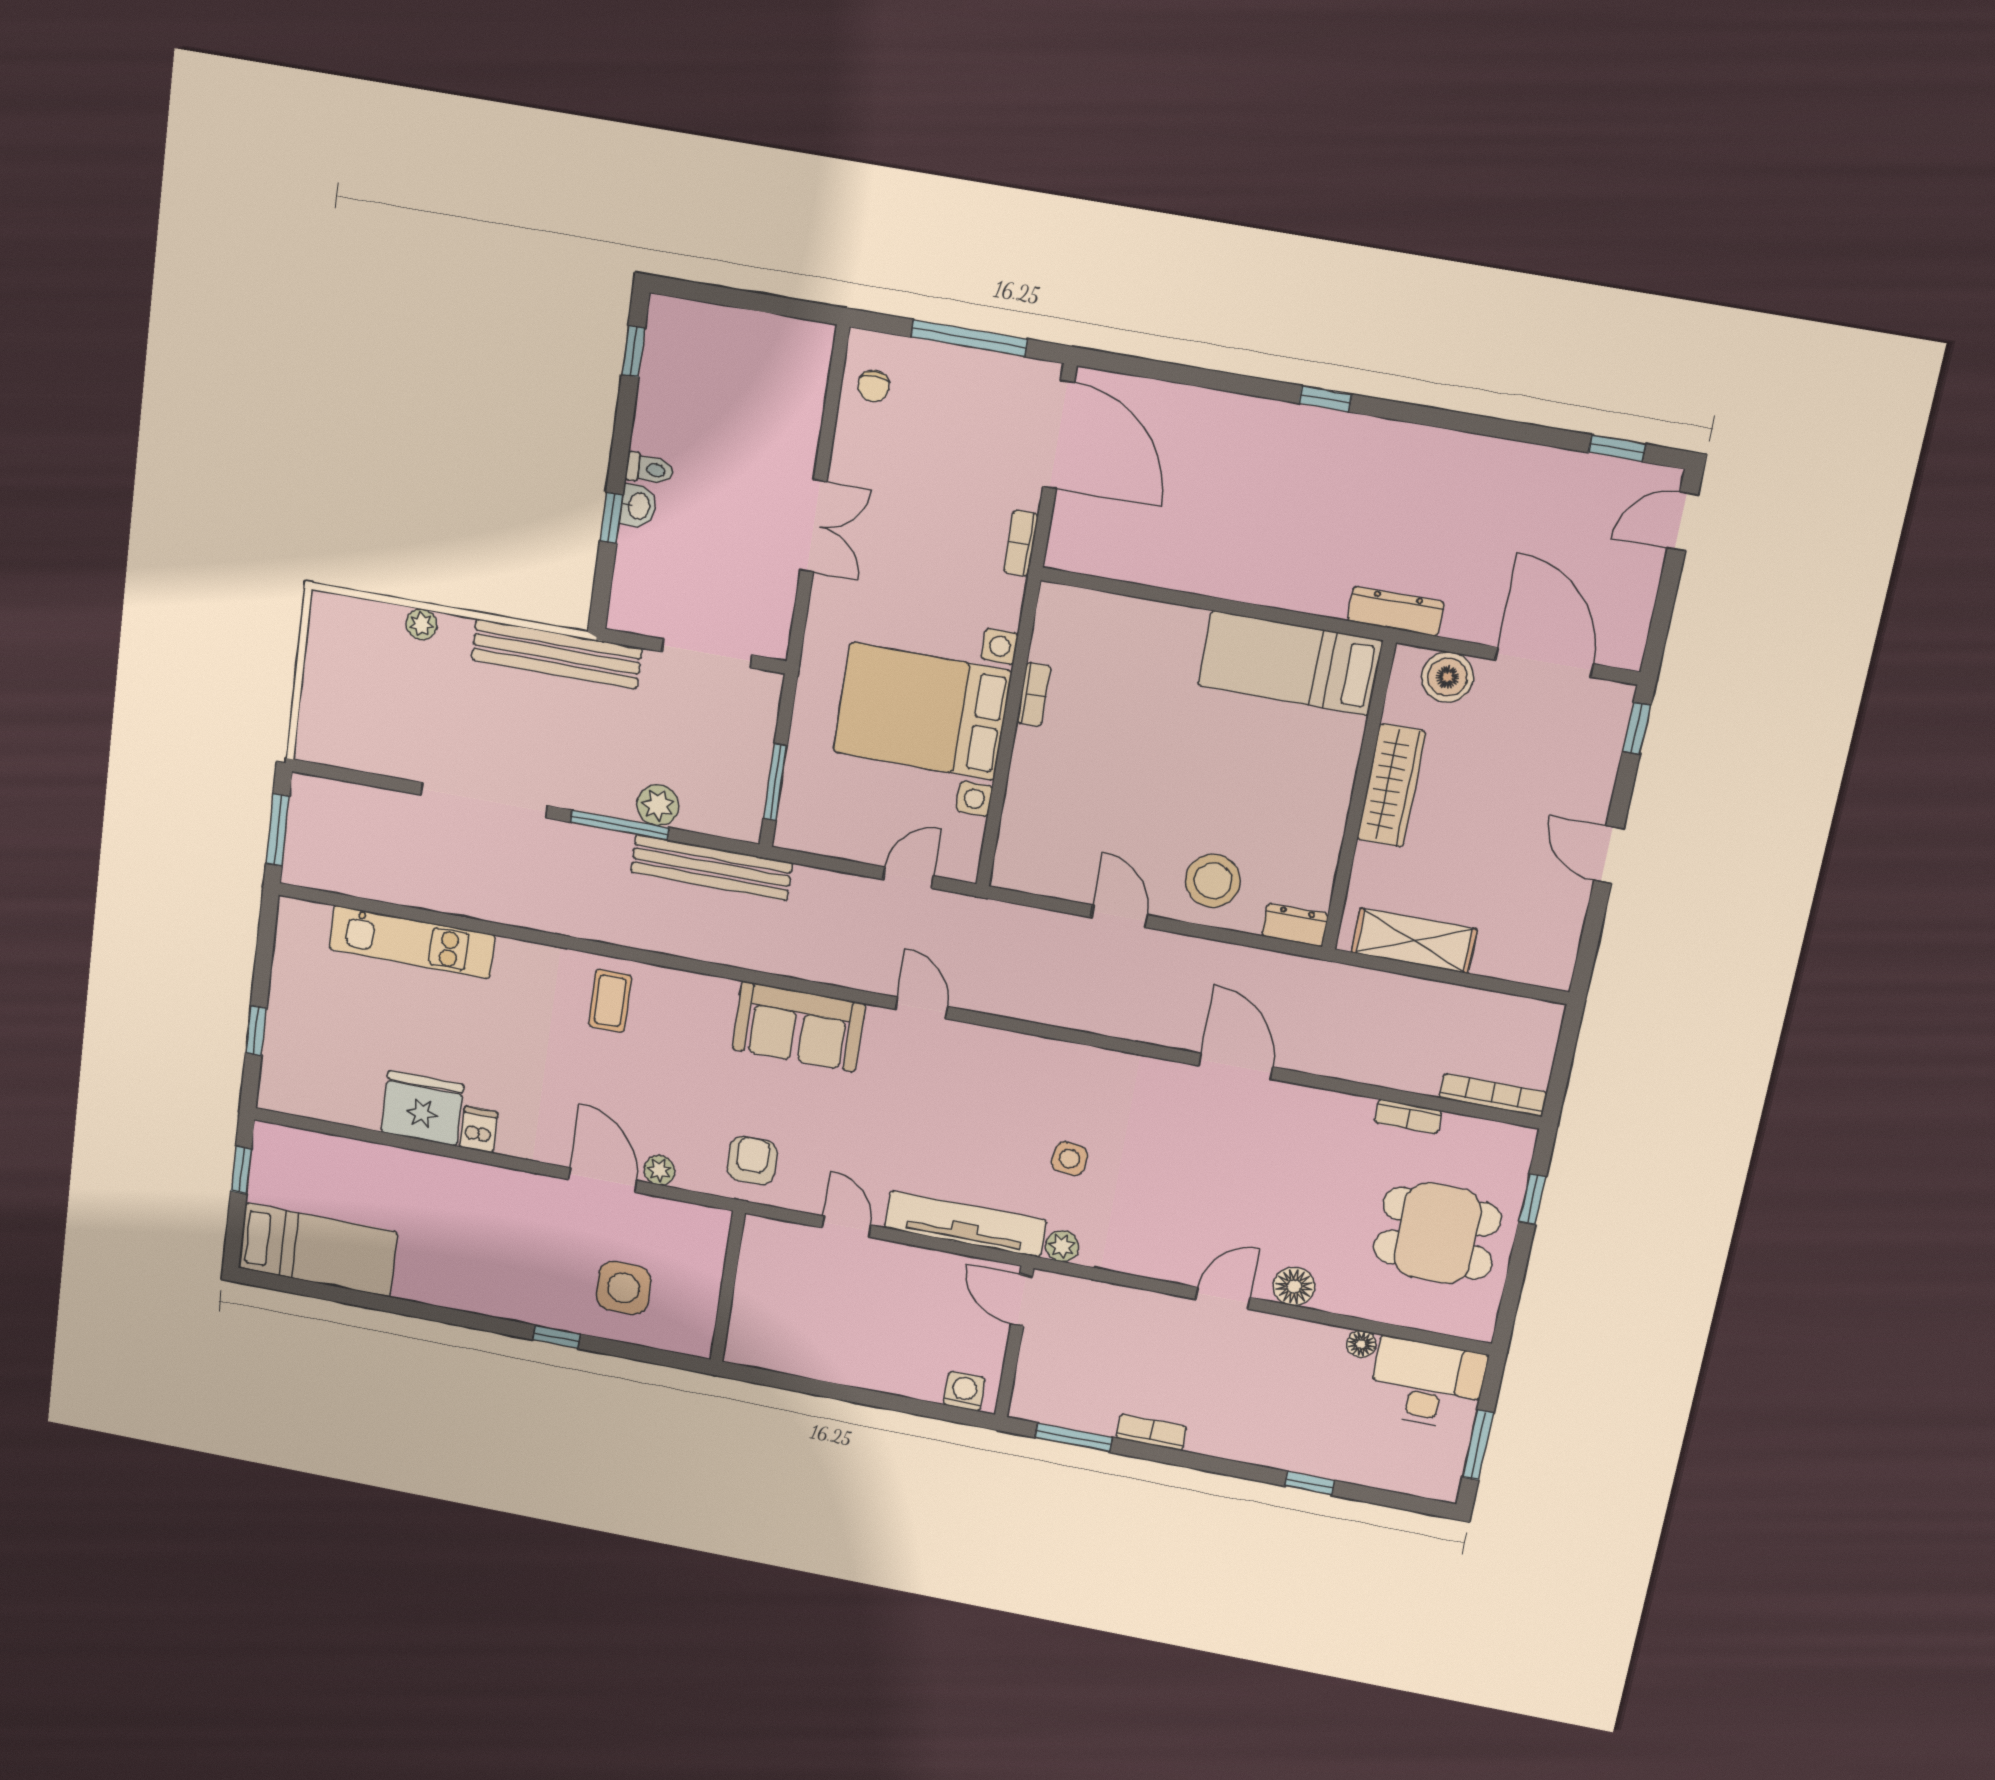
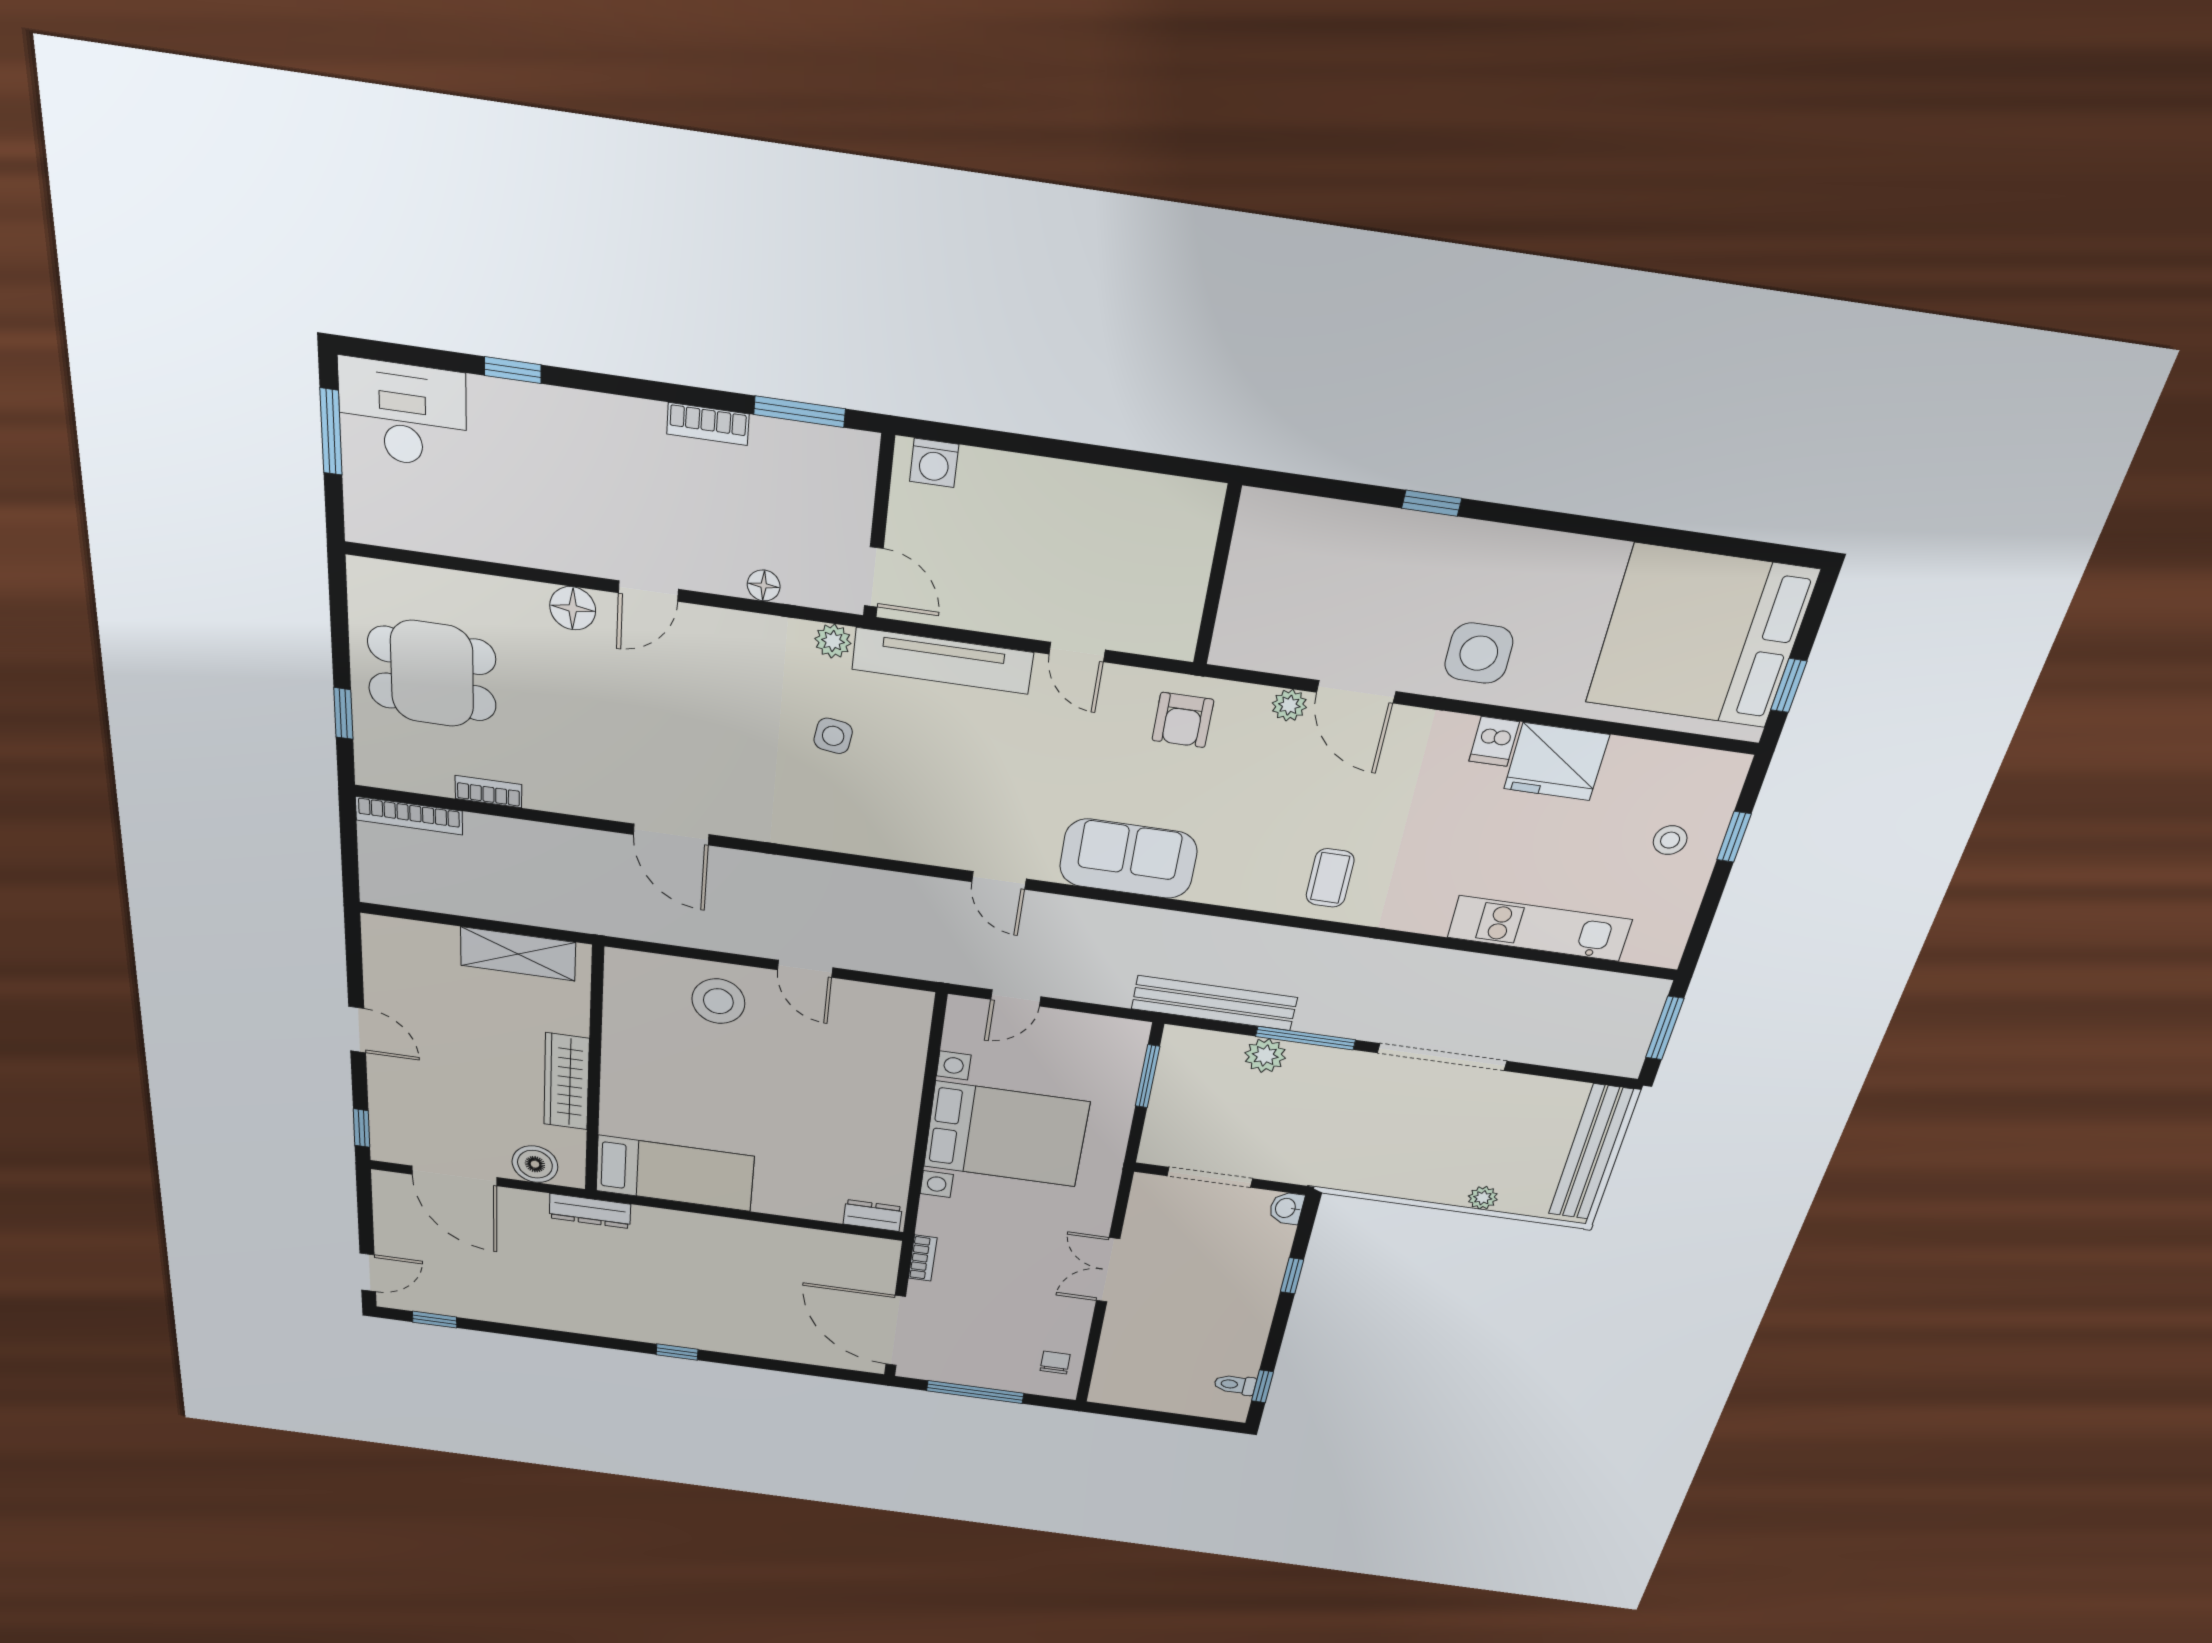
toilet: (649, 469) -> (1235, 1385), moved
washbasin: (638, 506) -> (1286, 1208), moved
bench: (557, 654) -> (1591, 1152), moved, turned 90
bookcase: (1034, 694) -> (903, 1148), removed
dresser: (1295, 925) -> (873, 1215), moved, turned 180
stool: (311, 1029) -> (1670, 840), added
bed: (318, 1250) -> (1701, 637), width x2.04
side table: (623, 1288) -> (1479, 653), moved
floor lamp: (1361, 1344) -> (764, 585), moved
desk: (1427, 1384) -> (403, 414), moved, turned 180

